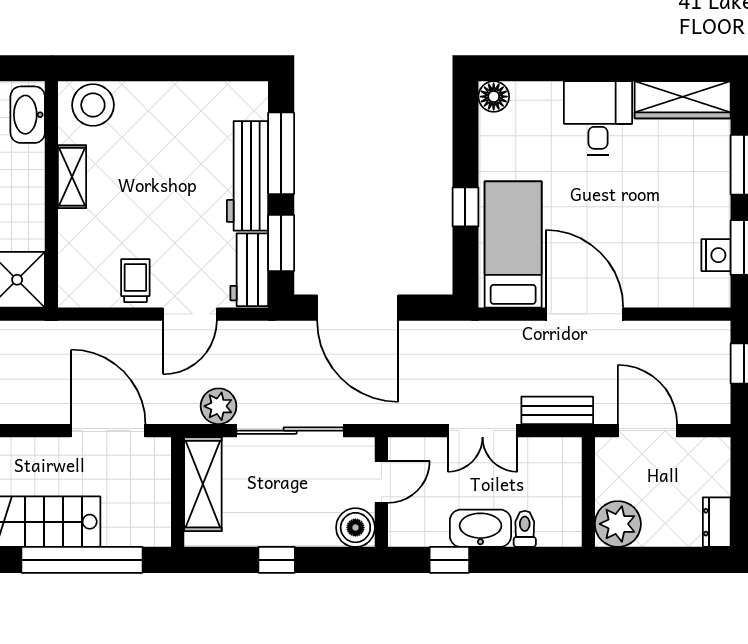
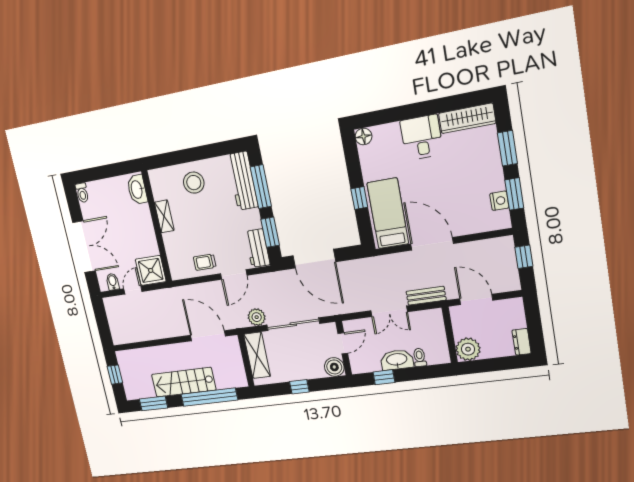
stool: (93, 105) -> (194, 183), moved
workbench: (248, 176) -> (243, 181), moved
trolley: (135, 281) -> (205, 262), turned -90

